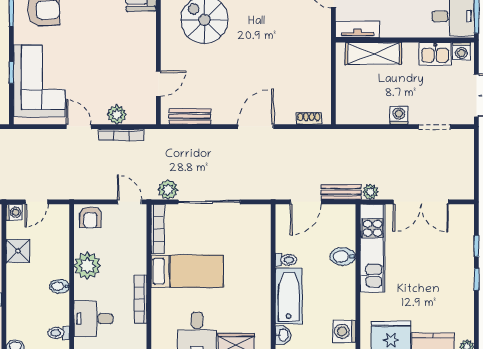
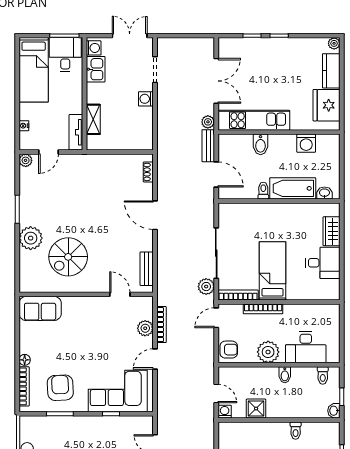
shelving: (373, 53) -> (93, 119), width x0.67, depth x0.75
bookcase: (140, 299) -> (263, 309), moved
desk: (93, 319) -> (306, 347), width x1.37
washing machine: (344, 331) -> (306, 143), moved

